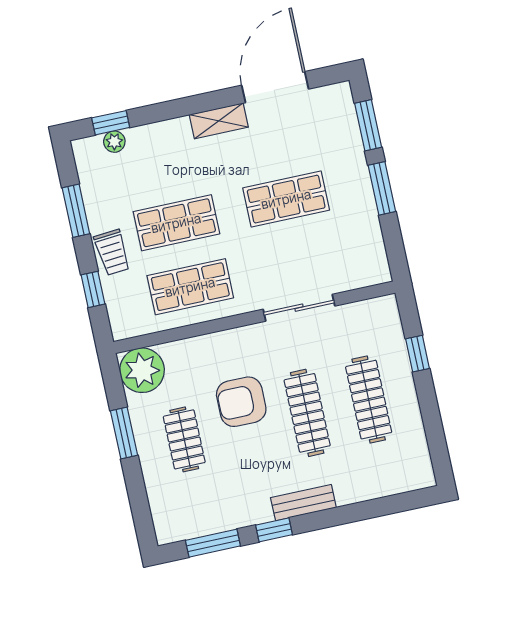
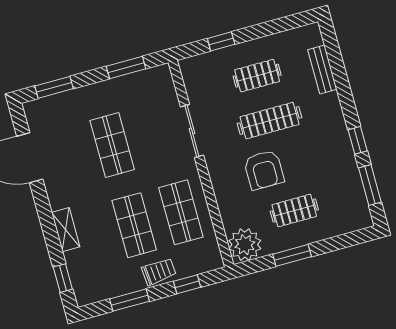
shelving: (219, 121) -> (66, 230), moved
plant: (114, 142) -> (77, 275), removed
window: (382, 188) -> (126, 68), moved
clothes rail: (369, 400) -> (257, 76), width x0.73
bench: (303, 503) -> (322, 69), moved

